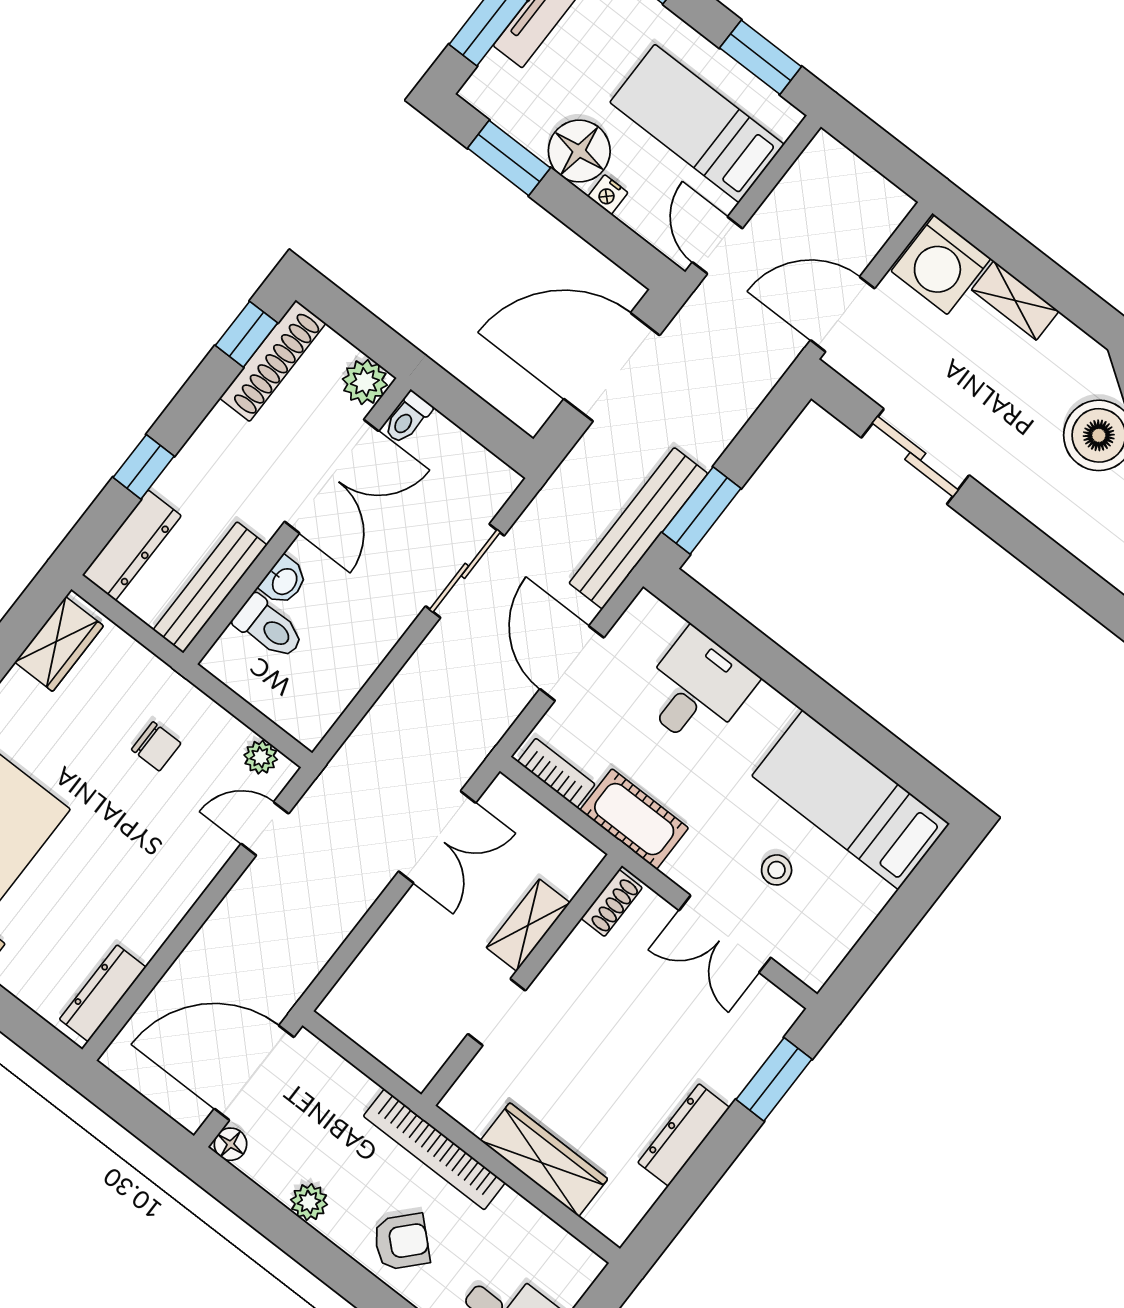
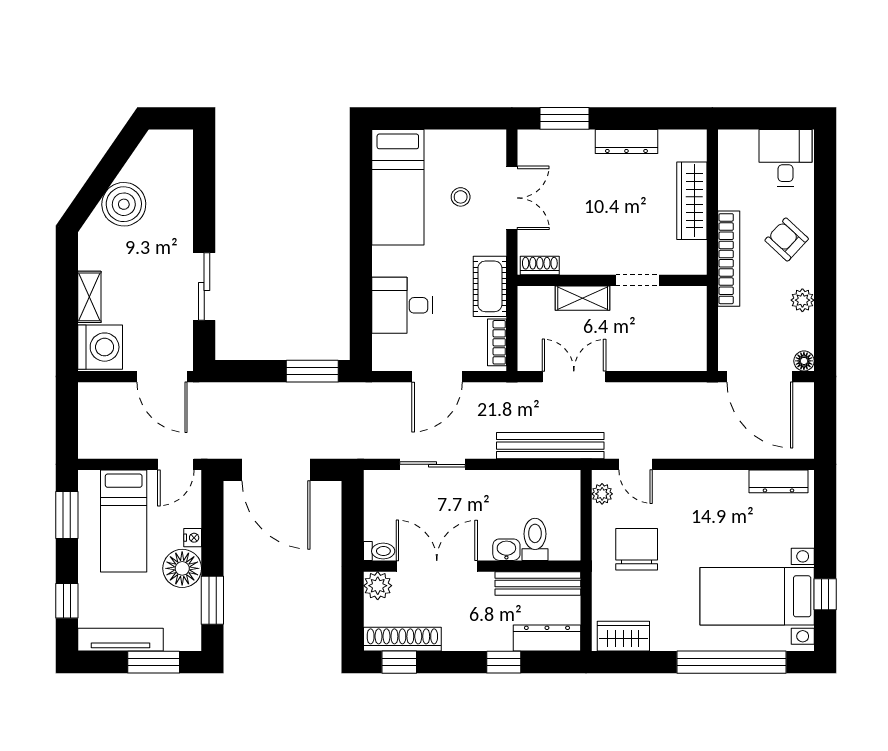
bench: (638, 528) -> (550, 446), moved
chair: (156, 746) -> (637, 549), width x1.87, depth x1.87

